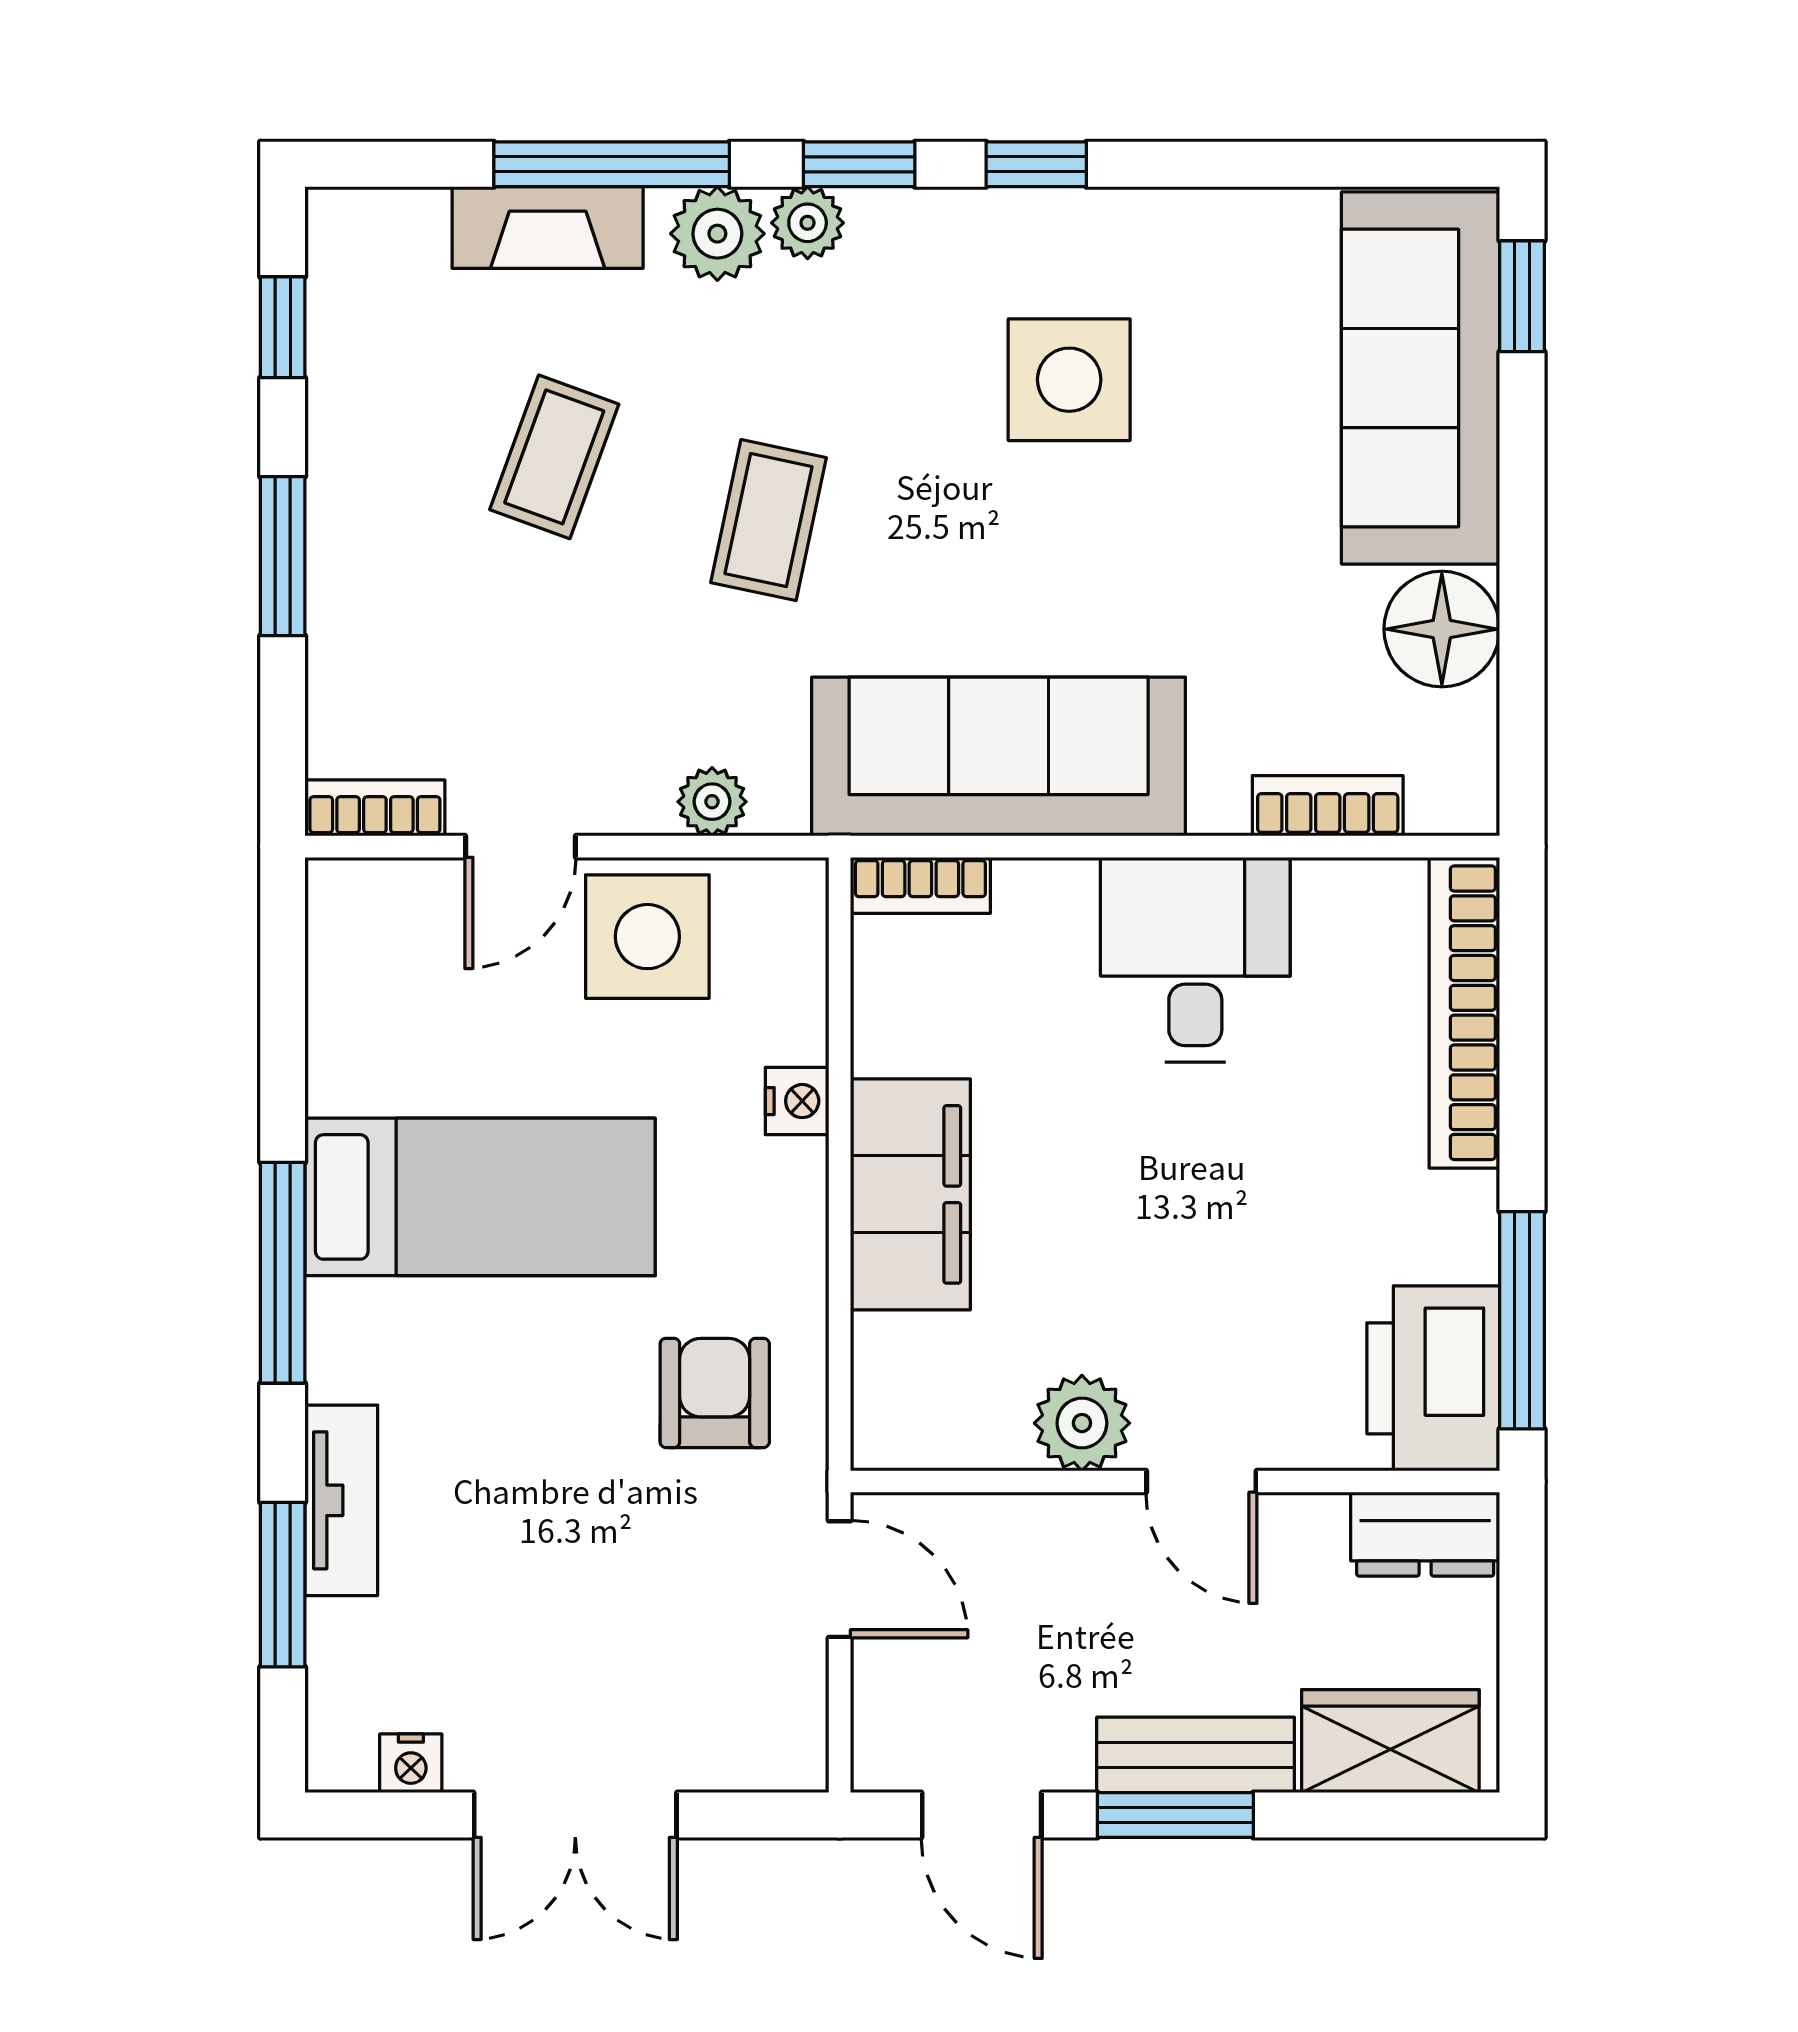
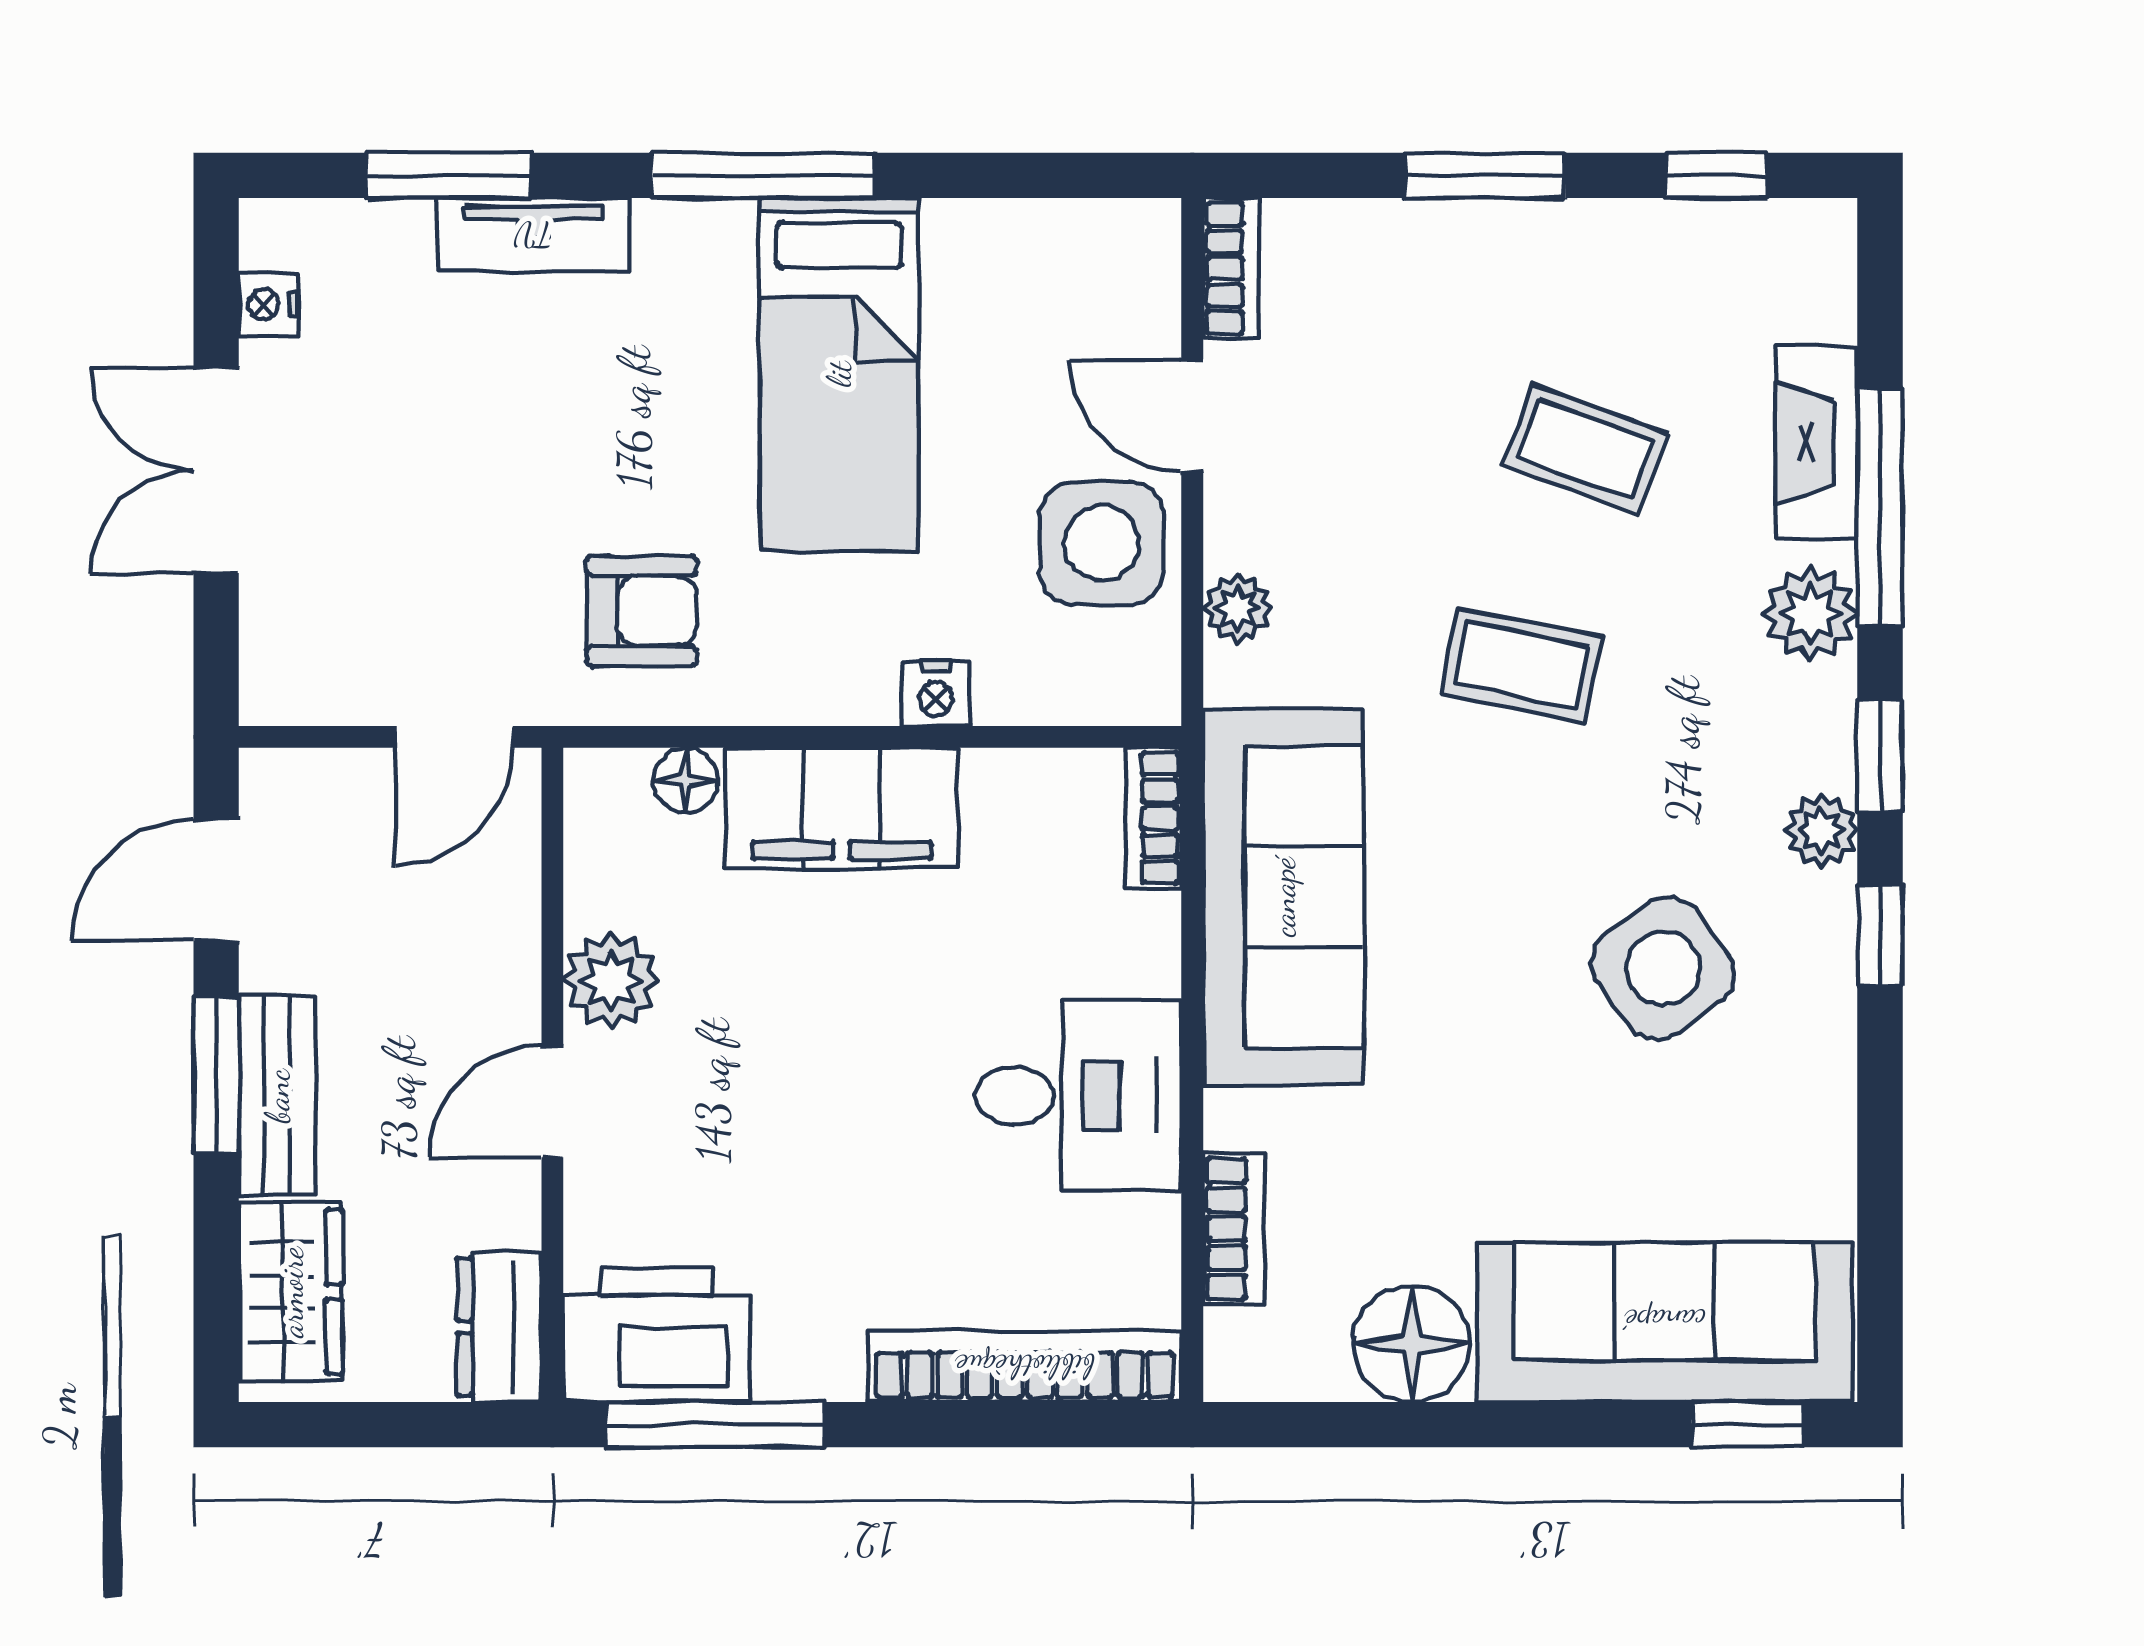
plant: (808, 223) -> (1821, 830), moved
side table: (1069, 380) -> (1663, 968), turned -36
floor lamp: (883, 1350) -> (685, 780), added

